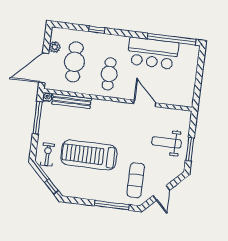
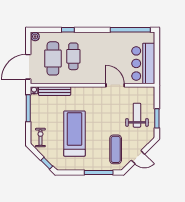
plant: (55, 47) -> (35, 37), moved
bar counter: (153, 53) -> (143, 63), moved, turned 90
cafe table: (109, 74) -> (73, 56), moved
weight bench: (167, 142) -> (137, 115), turned 90
treadmill: (89, 155) -> (74, 134), turned 90
door: (161, 193) -> (138, 157), hinge flipped

